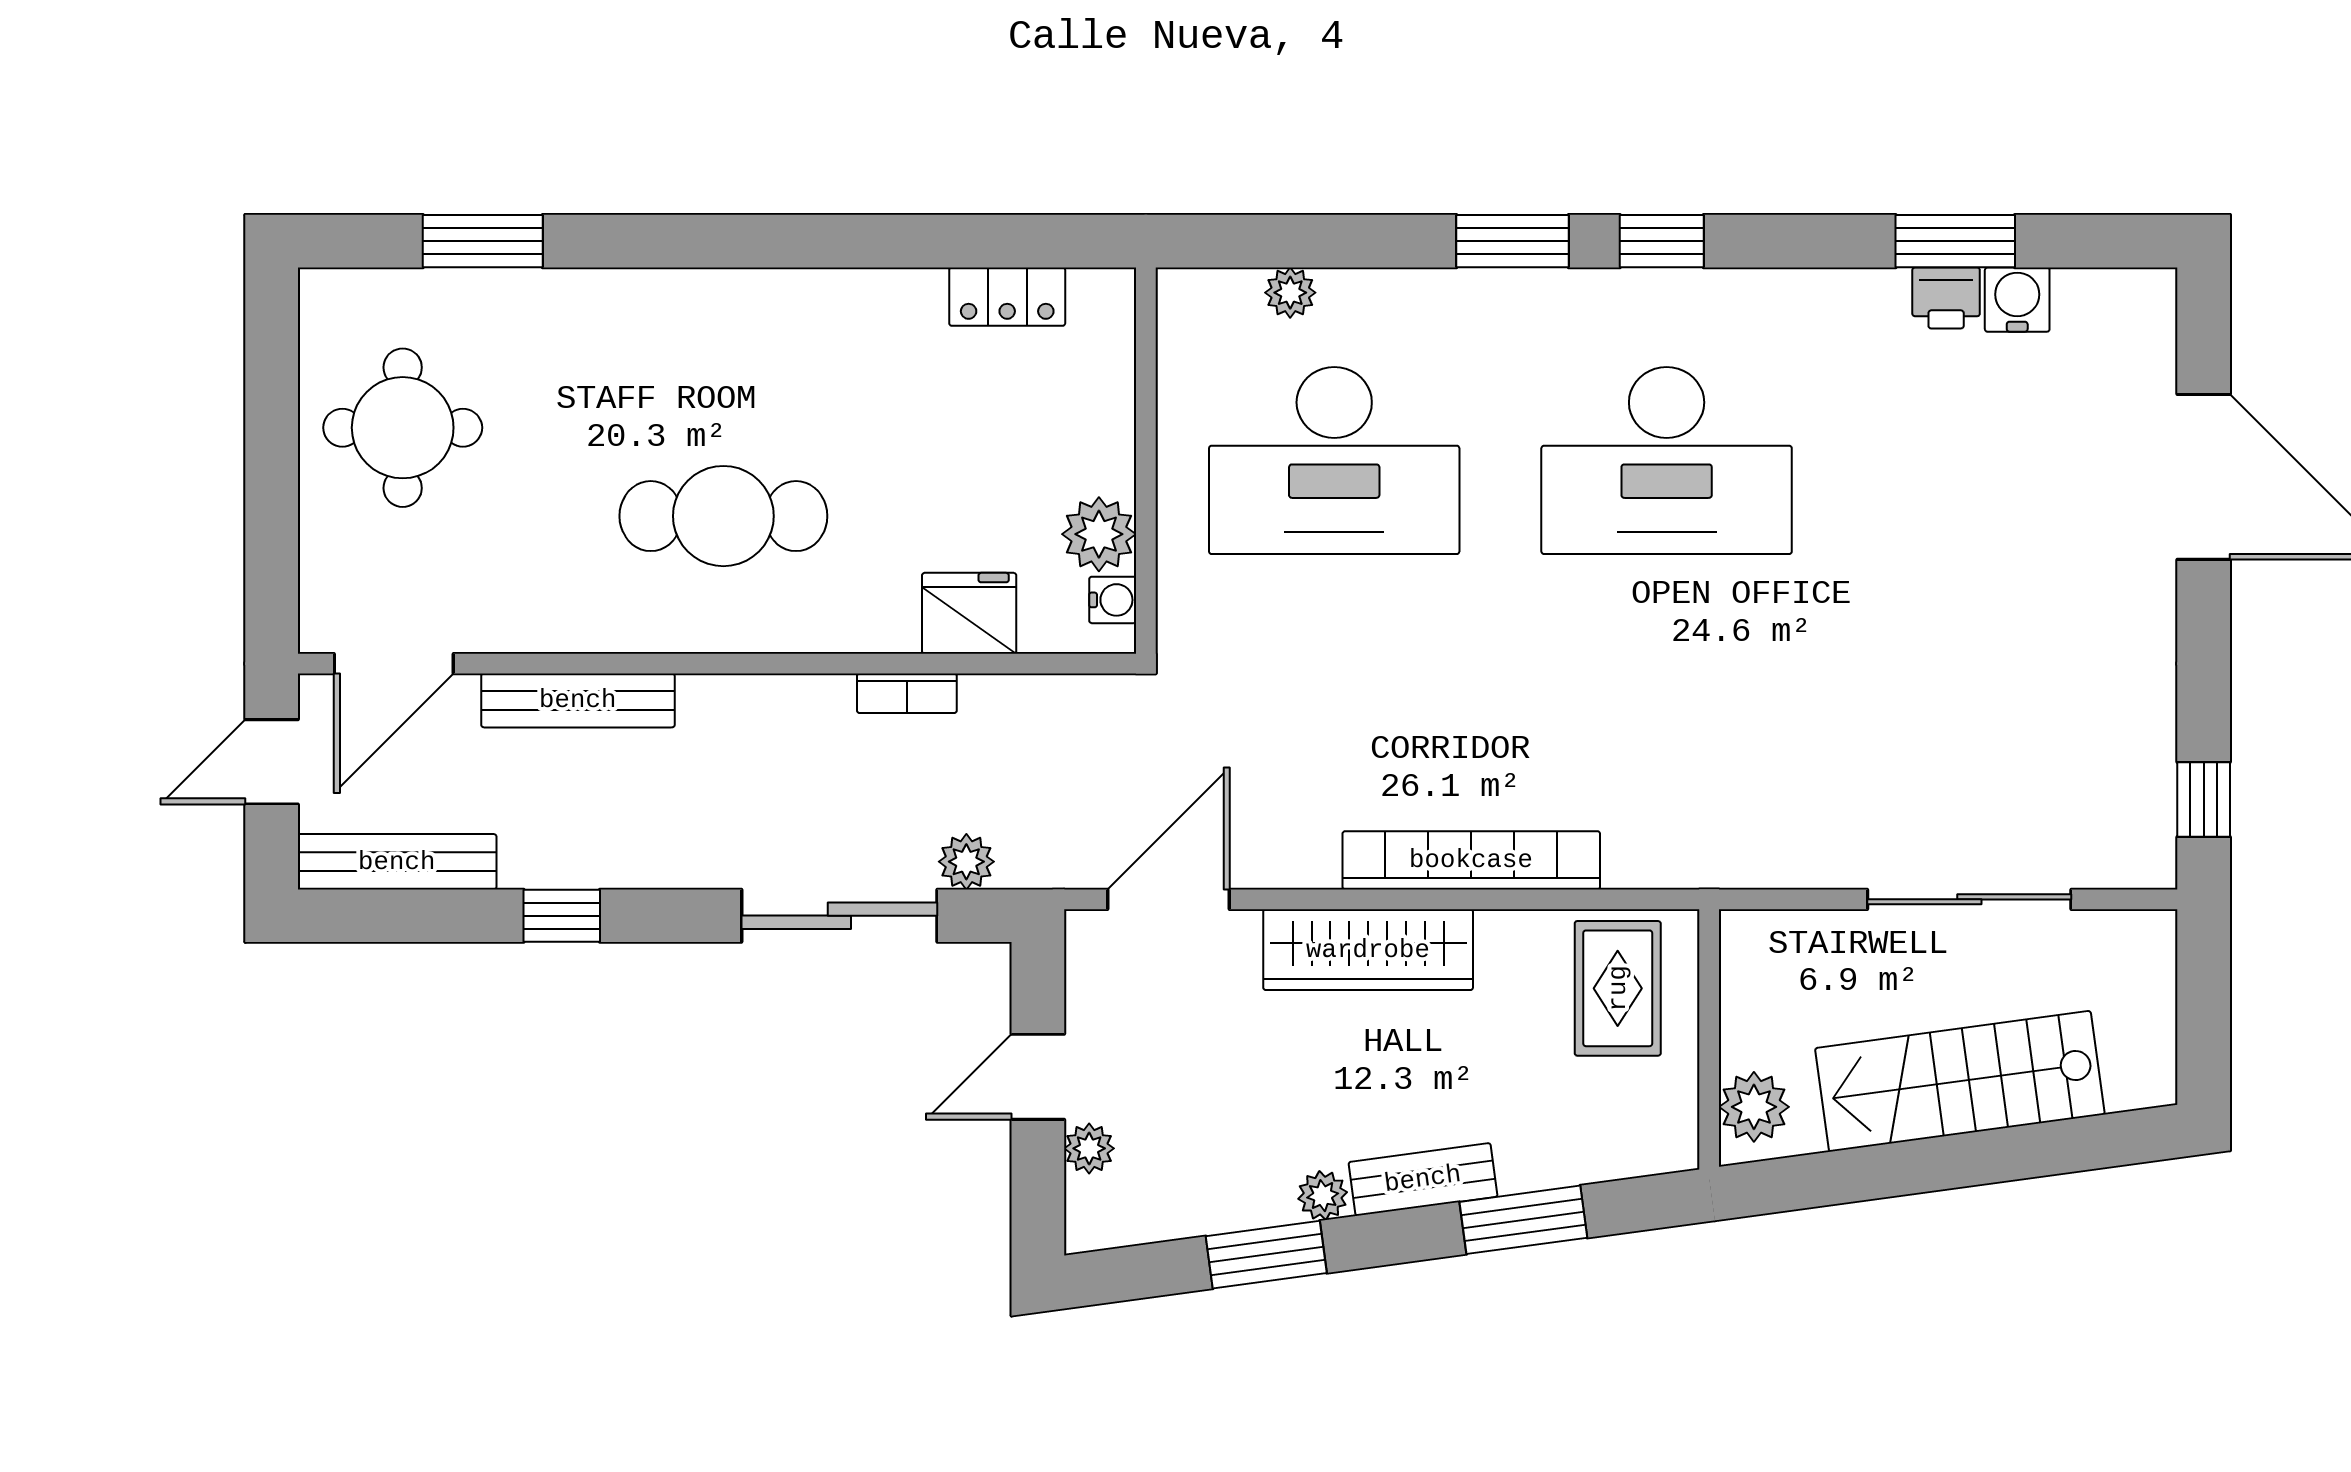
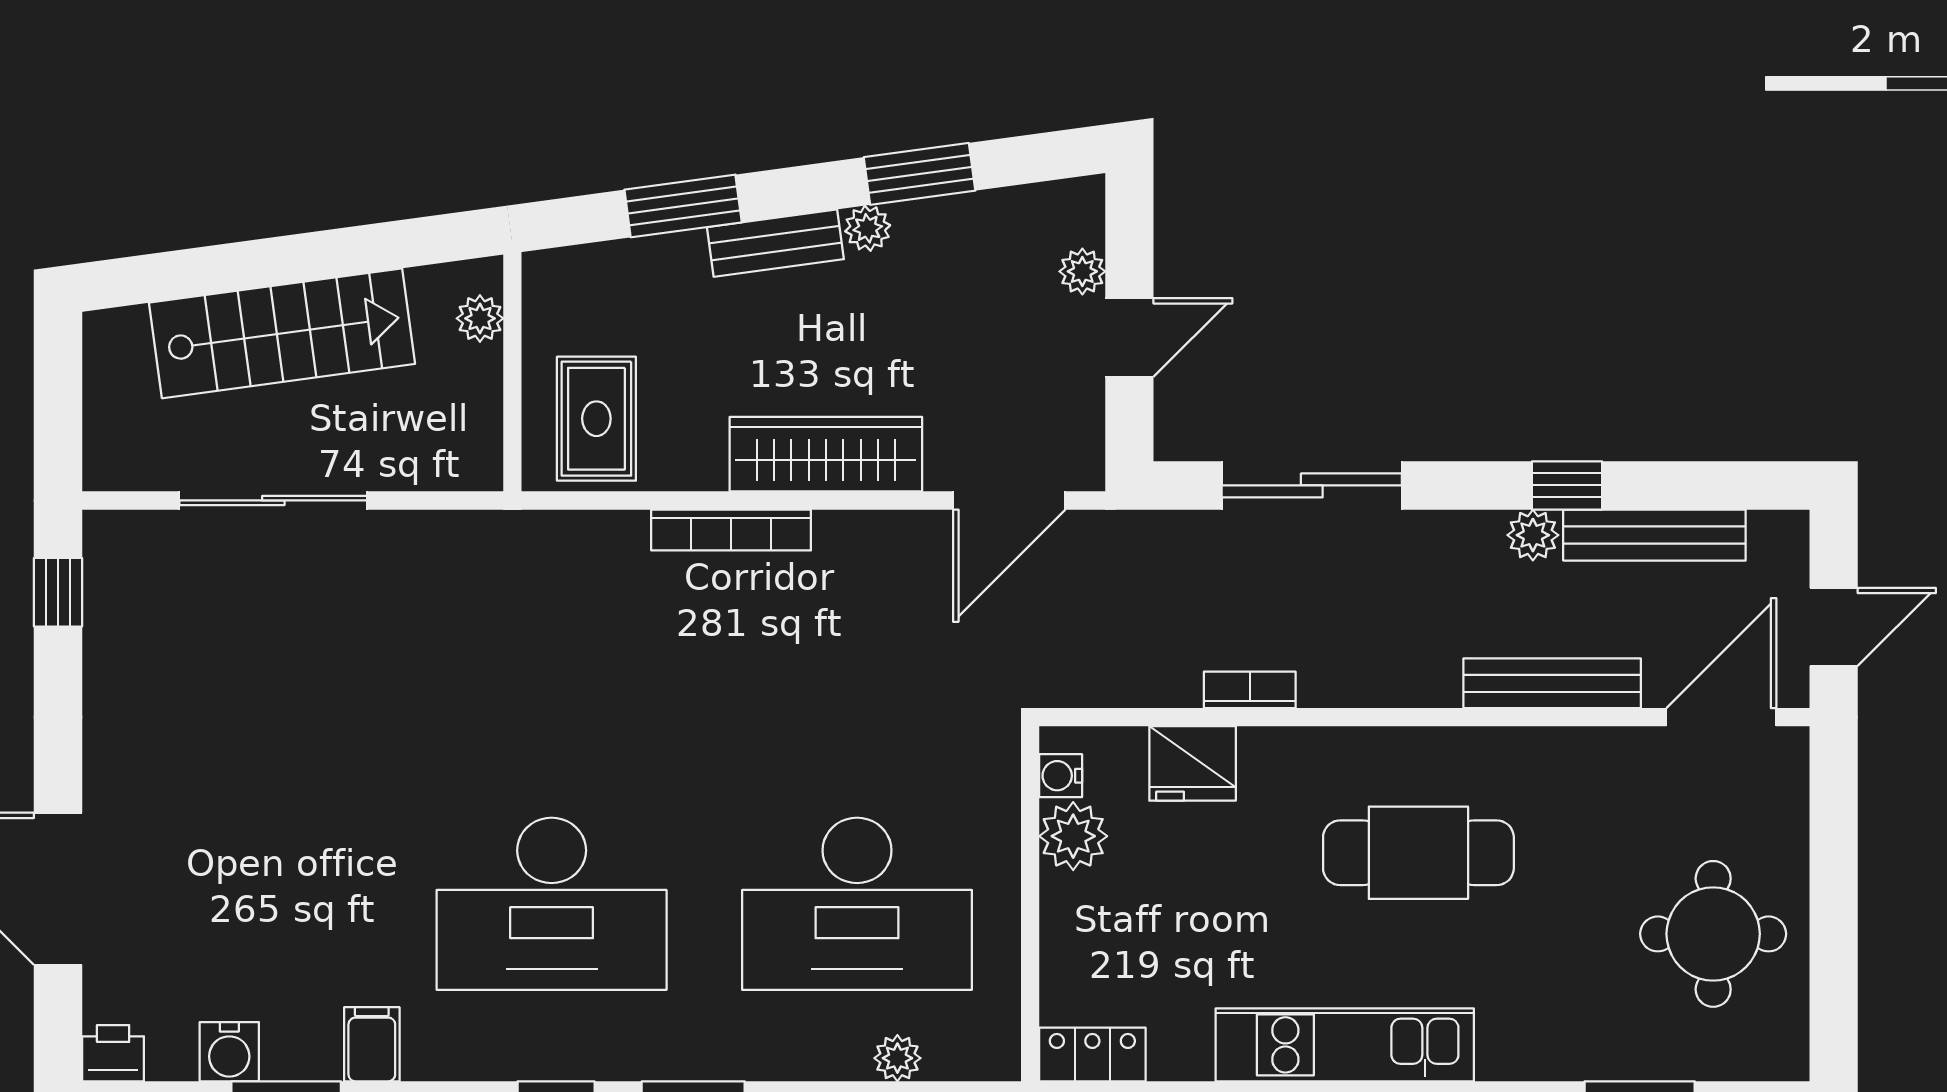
locker: (1007, 297) -> (1092, 1054), moved
printer: (1946, 298) -> (113, 1053), moved
kitchen unit: (803, 307) -> (1345, 1045), added
filing cabinet: (1862, 308) -> (372, 1044), added
desk: (1334, 461) -> (857, 904), turned 180
desk: (1667, 461) -> (552, 904), turned 180
bookcase: (1471, 860) -> (731, 530), width x0.68, depth x0.76
bench: (397, 862) -> (1654, 535), moved
plant: (966, 862) -> (1533, 535), moved
plant: (1754, 1107) -> (480, 318), width x0.73, depth x0.73

